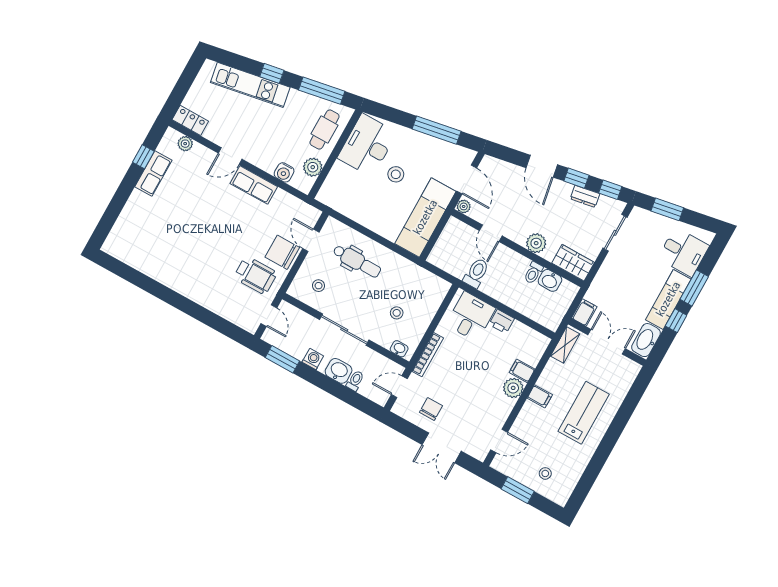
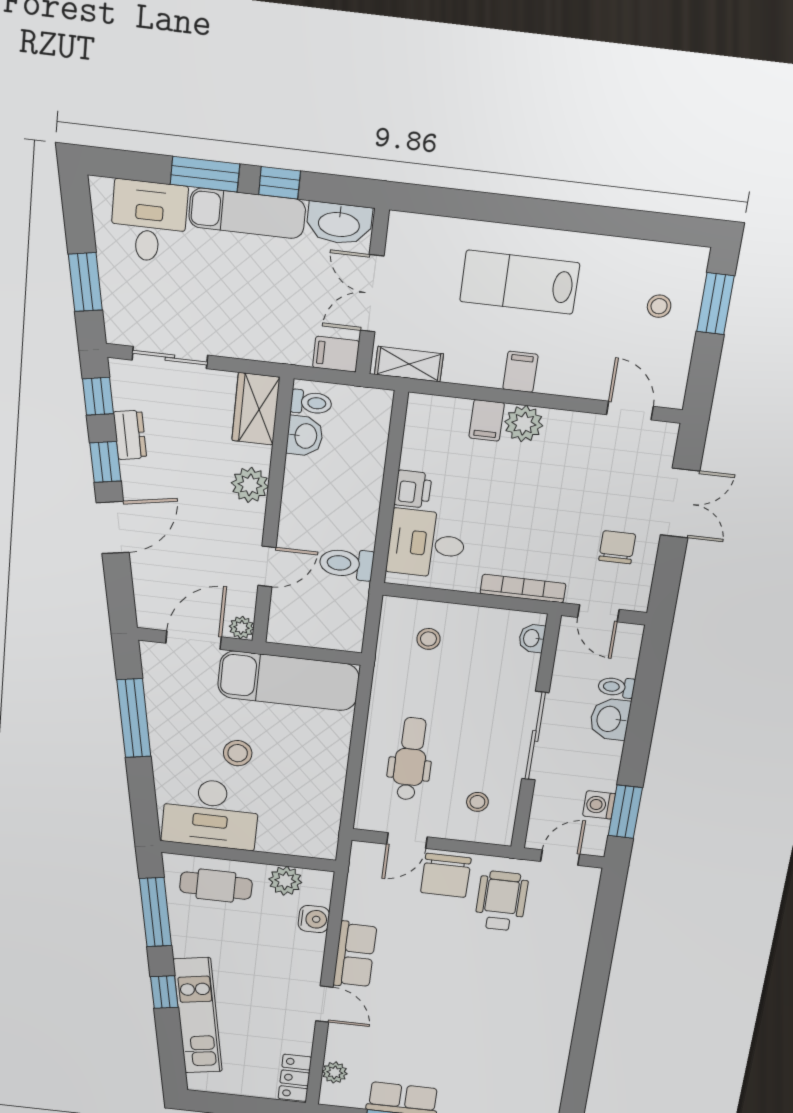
toilet: (533, 273) -> (311, 403), moved
stool: (397, 313) -> (428, 639), moved
washing machine: (313, 359) -> (599, 805), moved
chair: (431, 409) -> (617, 547), turned 90
window: (518, 490) -> (715, 304), moved

